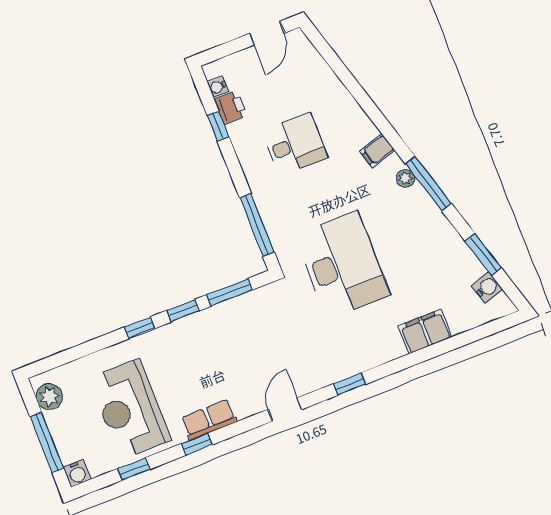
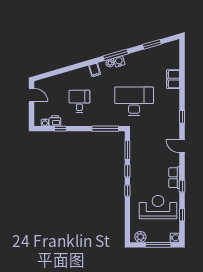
water cooler: (487, 287) -> (119, 61), moved
reception desk: (130, 409) -> (158, 207), turned 180

